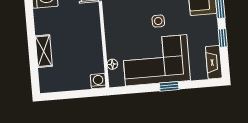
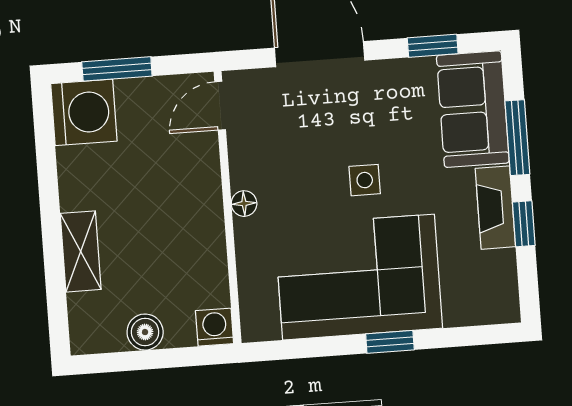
fireplace: (214, 62) -> (495, 208), moved
floor lamp: (112, 64) -> (244, 204), moved
boiler: (70, 83) -> (145, 332), added

